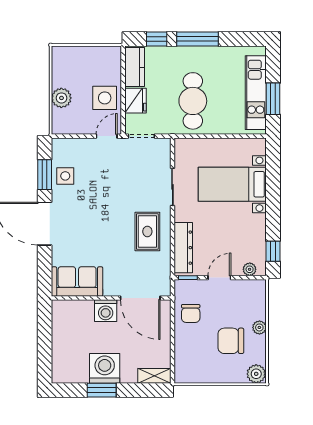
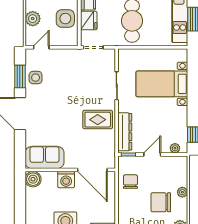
door: (107, 136) -> (41, 47), moved
rug: (147, 231) -> (98, 120), turned 90
boiler: (62, 310) -> (33, 179), added
chair: (191, 313) -> (130, 182), turned 180

